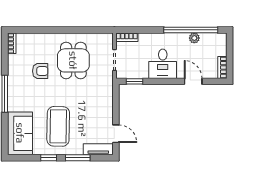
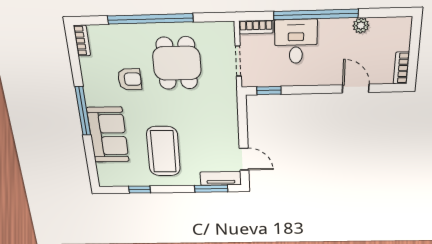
window: (59, 30) -> (150, 19), added
window: (191, 30) -> (316, 14), moved
desk: (163, 64) -> (296, 42), moved, turned 180
sofa: (20, 133) -> (108, 135), moved
window: (49, 158) -> (140, 190), moved
window: (78, 158) -> (211, 189), moved

